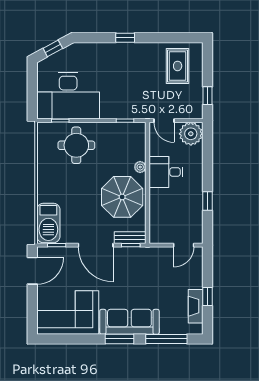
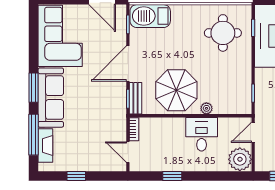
round table: (76, 145) -> (223, 33), moved
bookcase: (161, 239) -> (134, 129), added
fireplace: (196, 306) -> (45, 146), moved, turned 90

